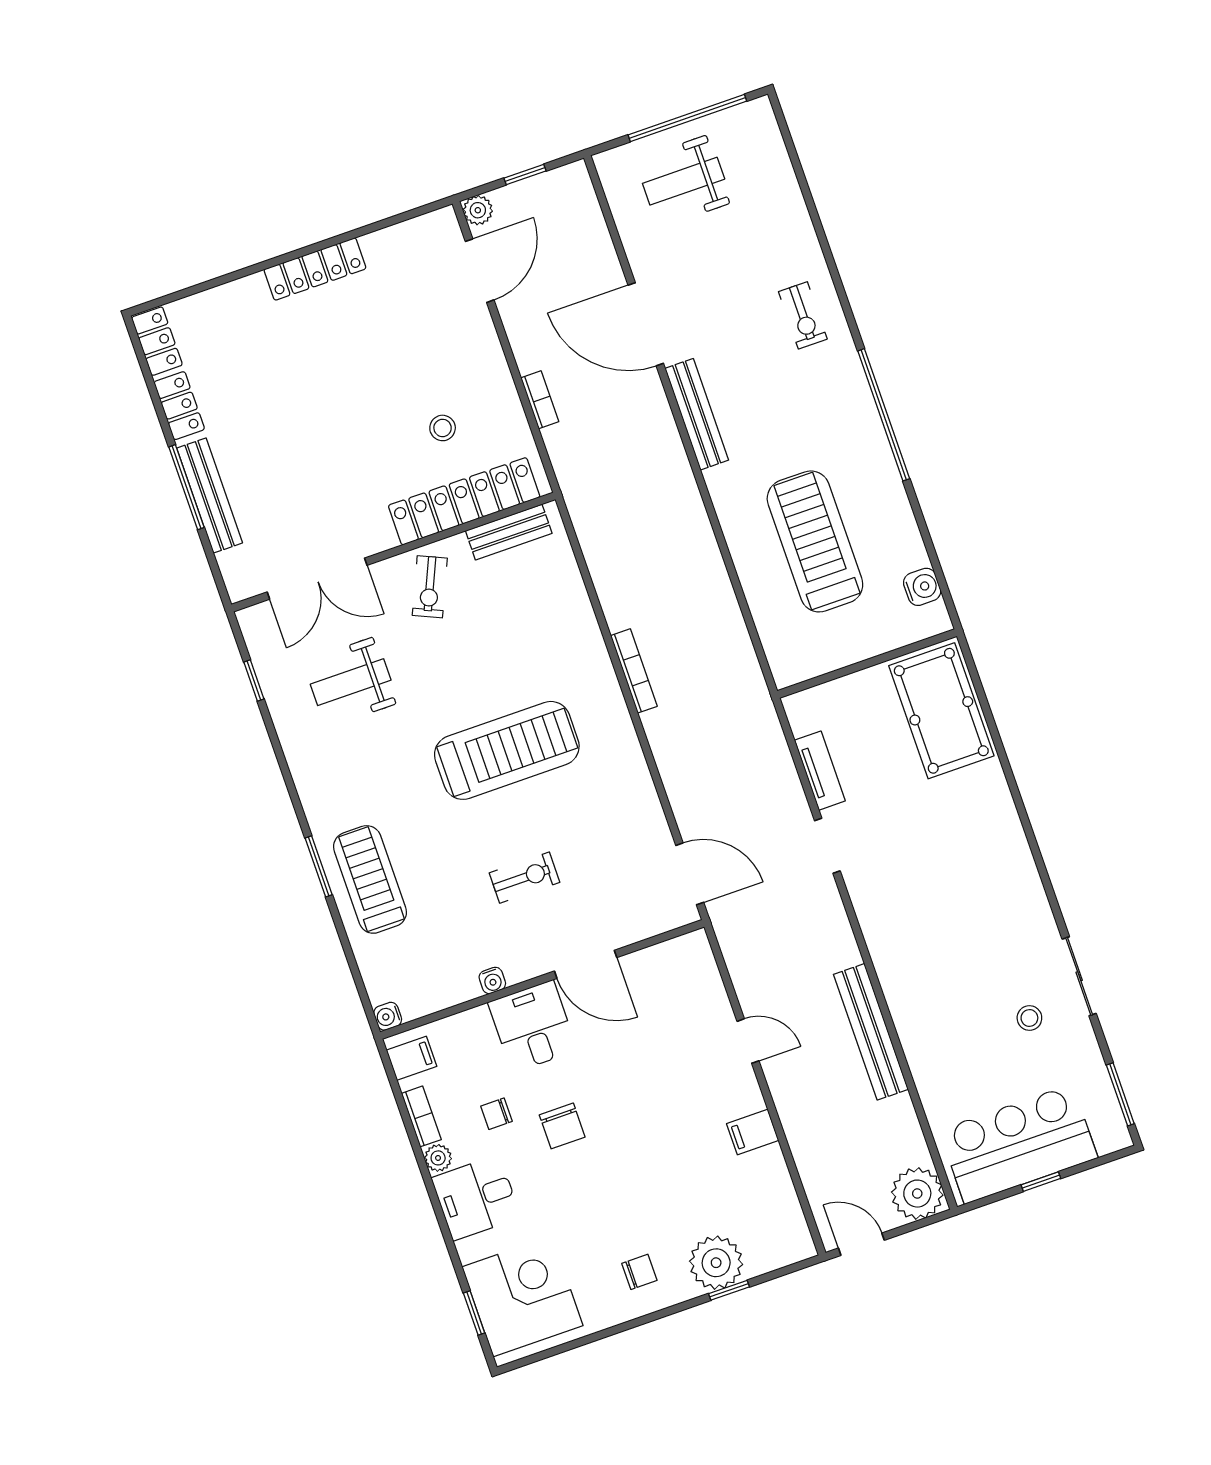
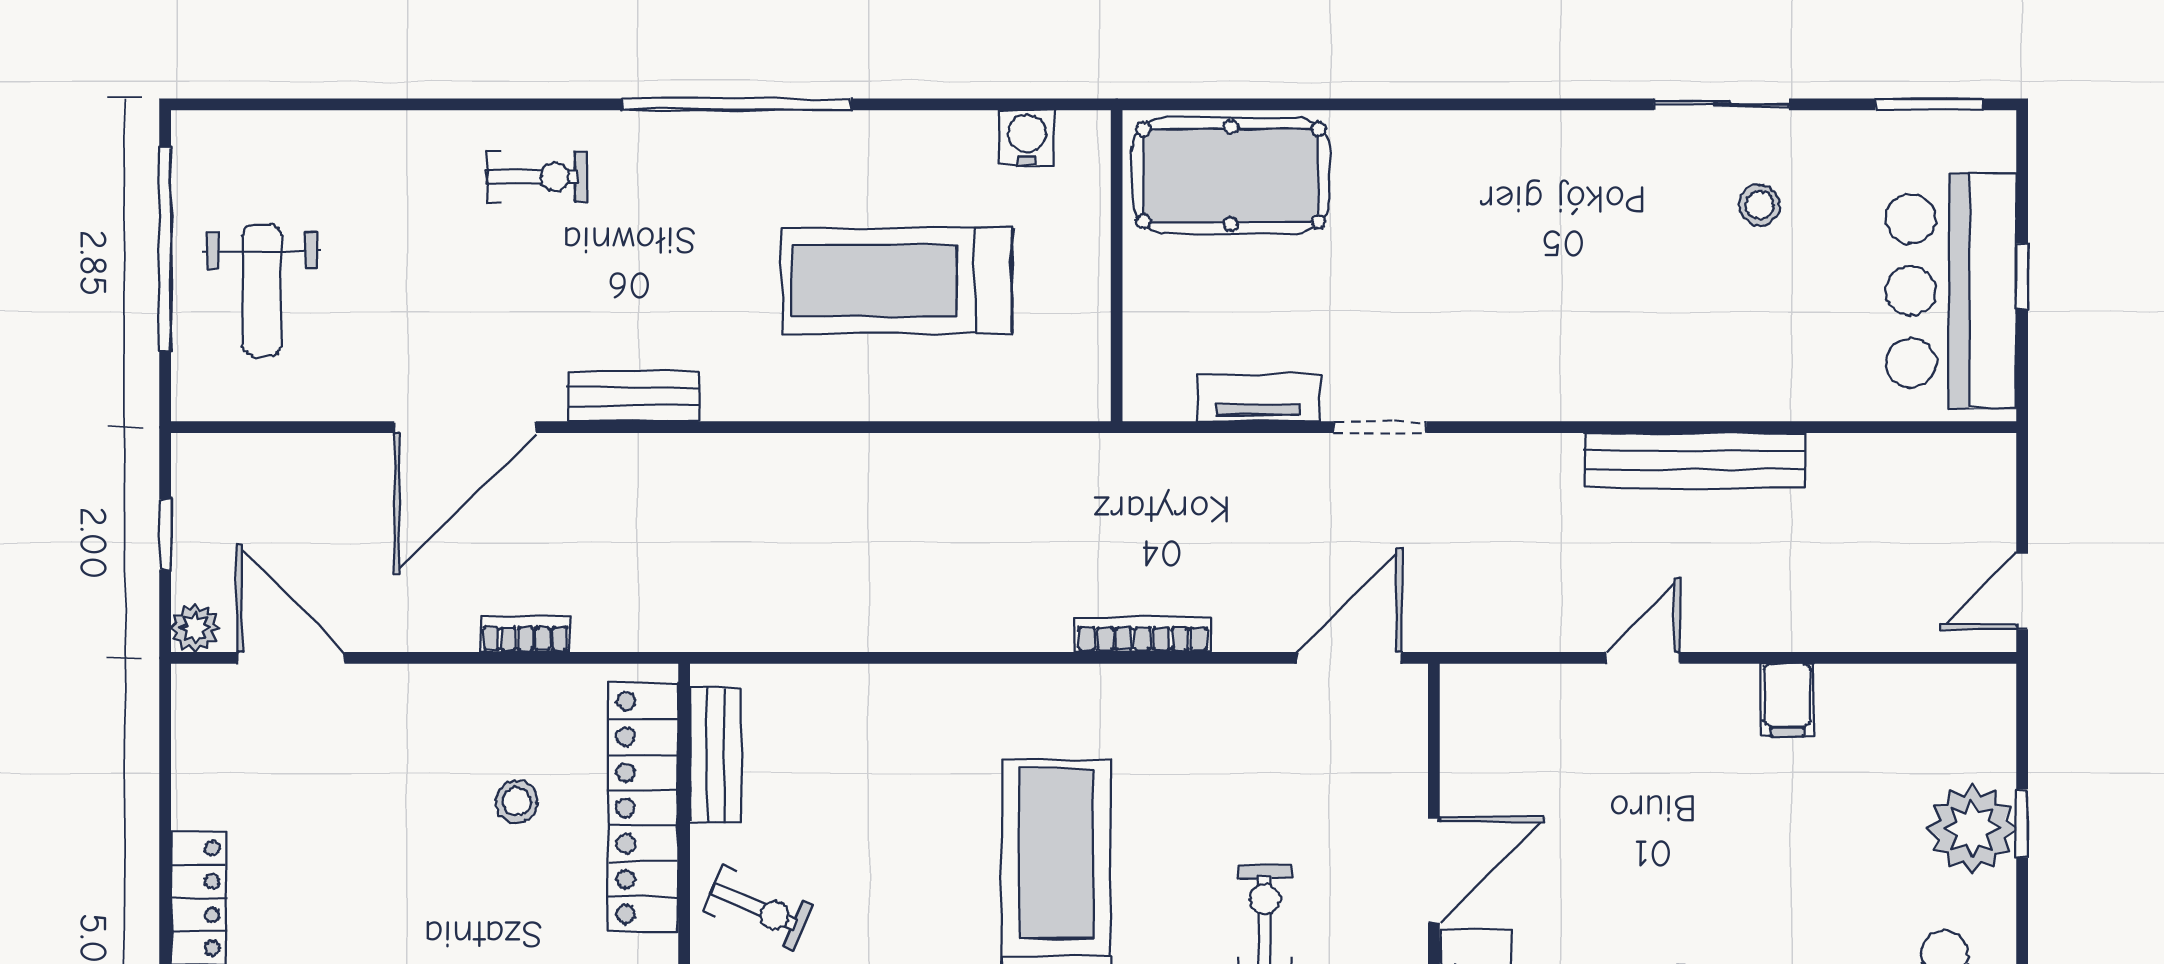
bench: (697, 414) -> (634, 396), width x0.73
bookcase: (634, 671) -> (1143, 635), moved
plant: (917, 1194) -> (1973, 476), removed

